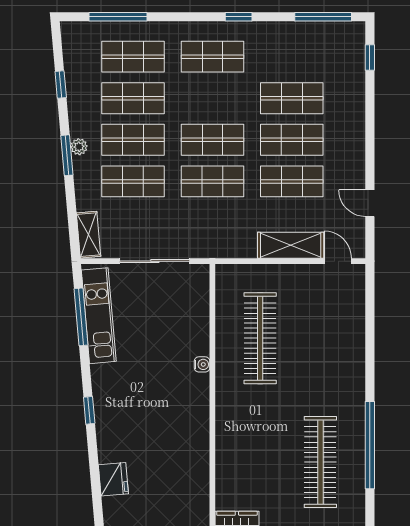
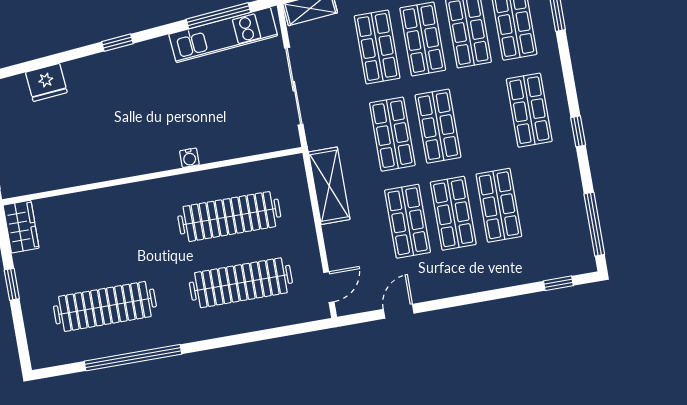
shelving: (291, 245) -> (329, 186), moved
clothes rail: (320, 338) -> (241, 283), added

